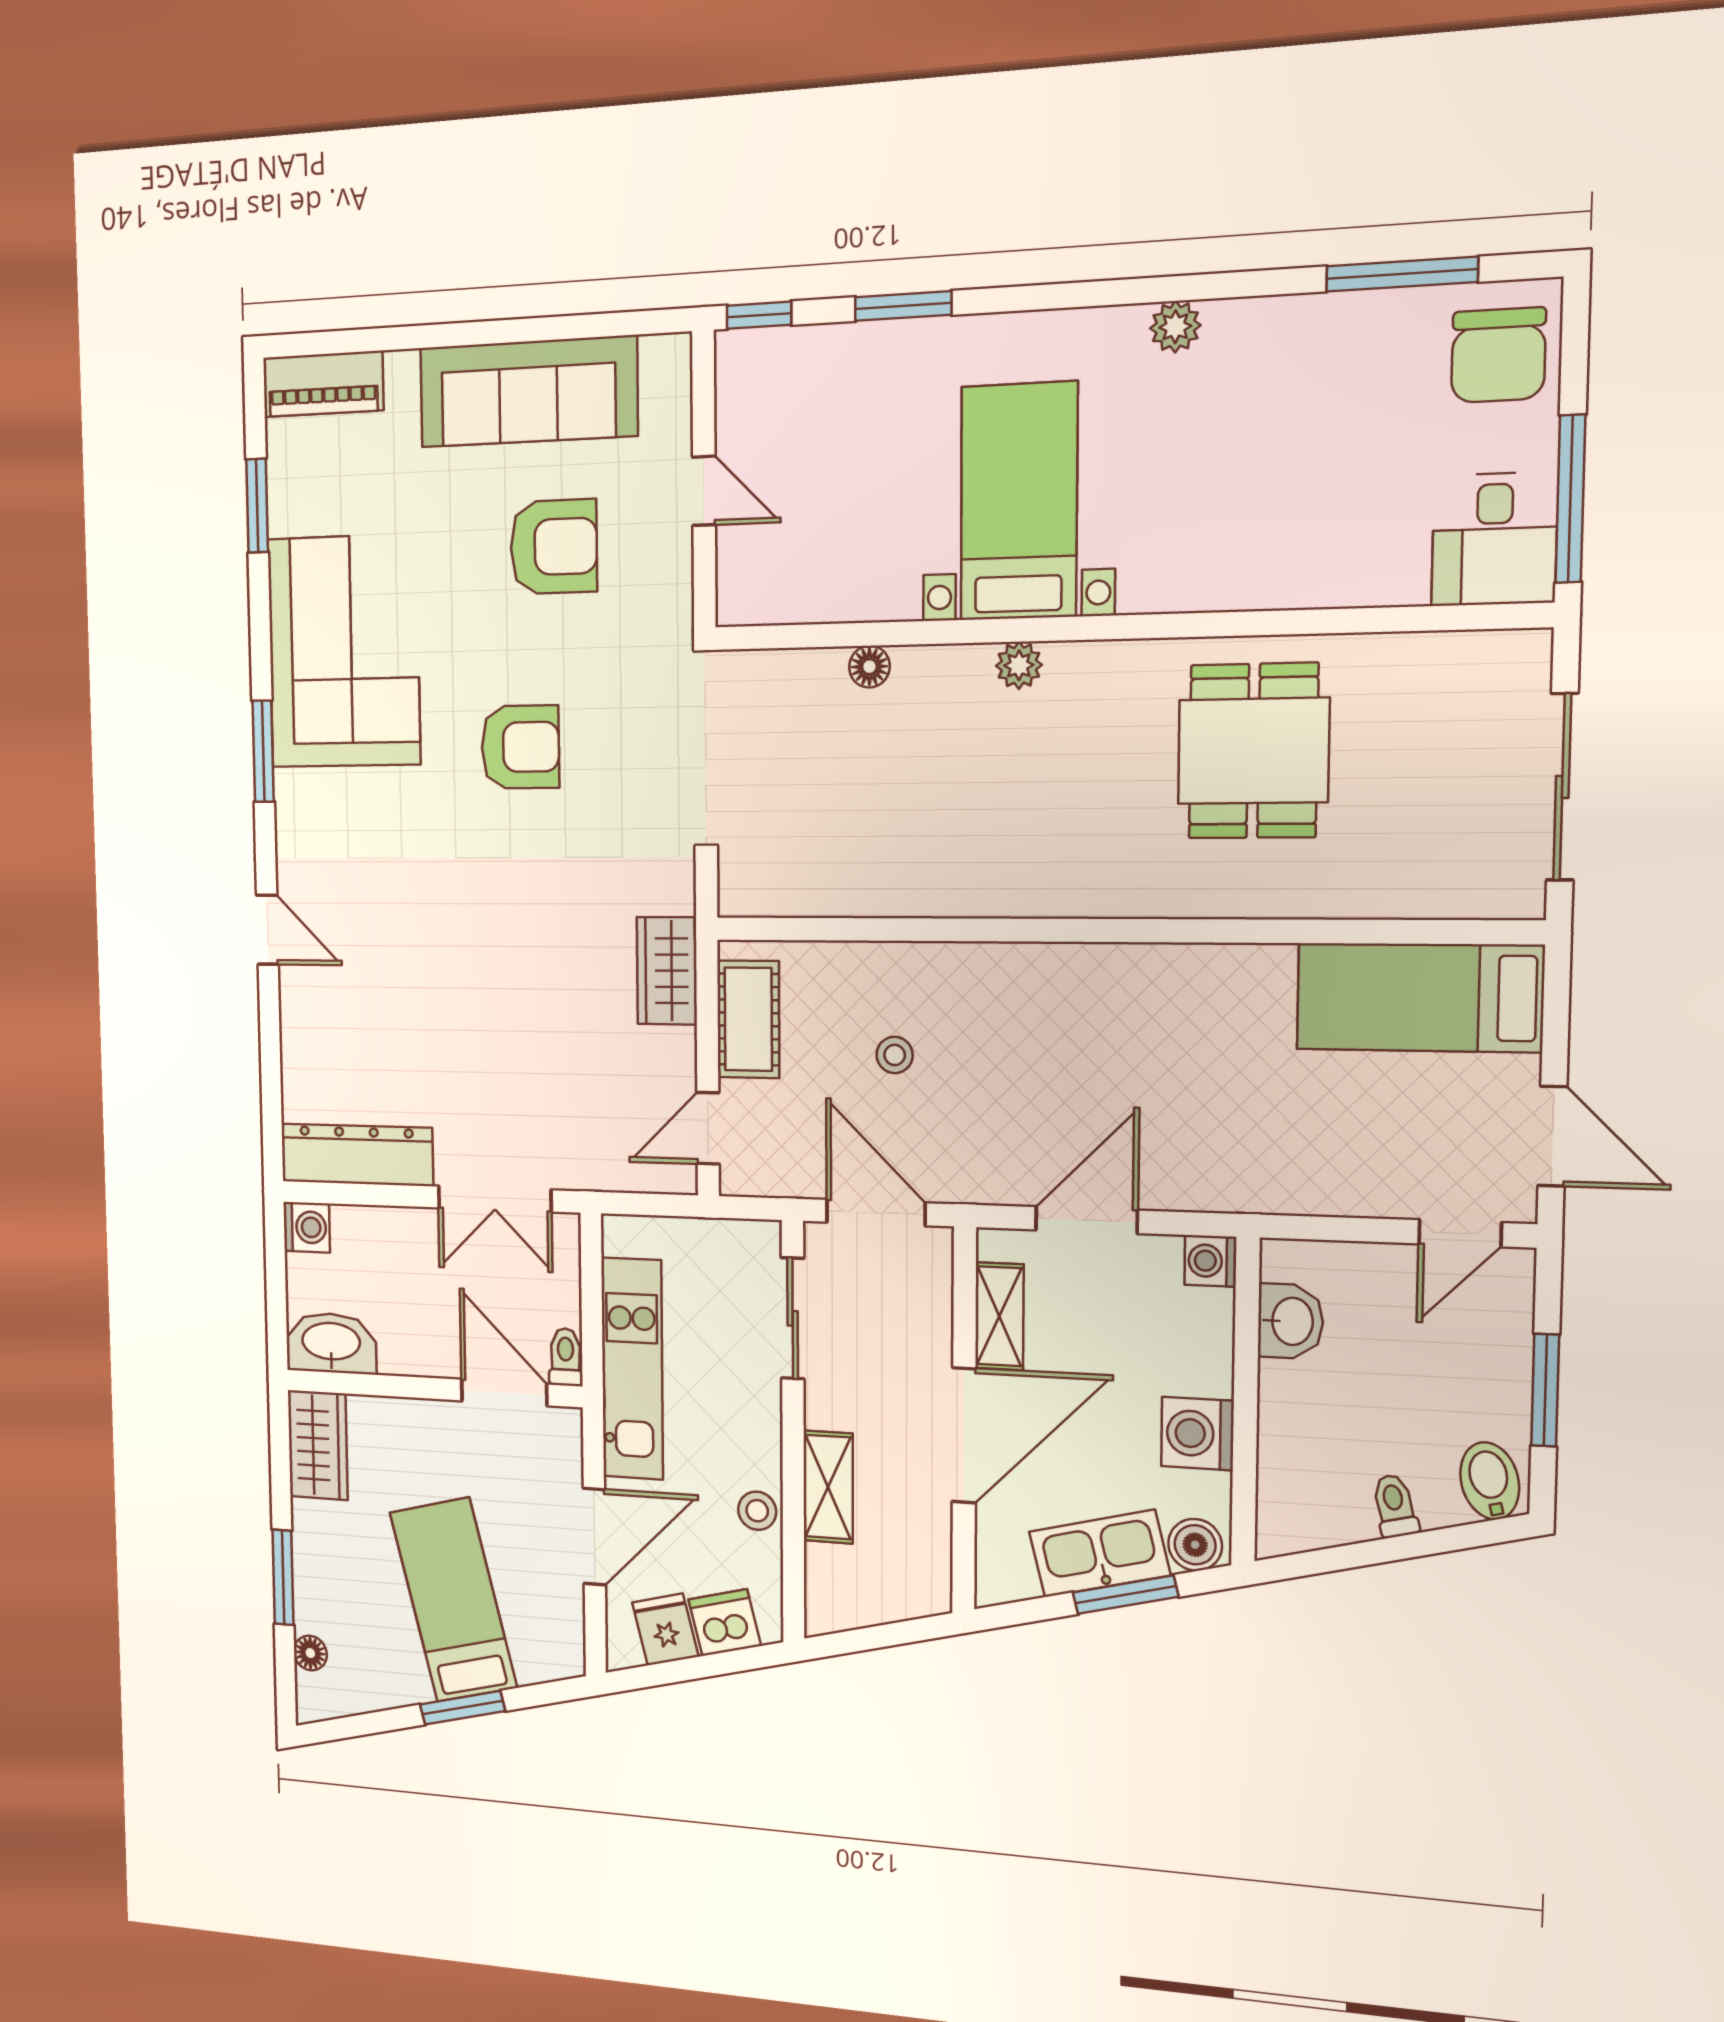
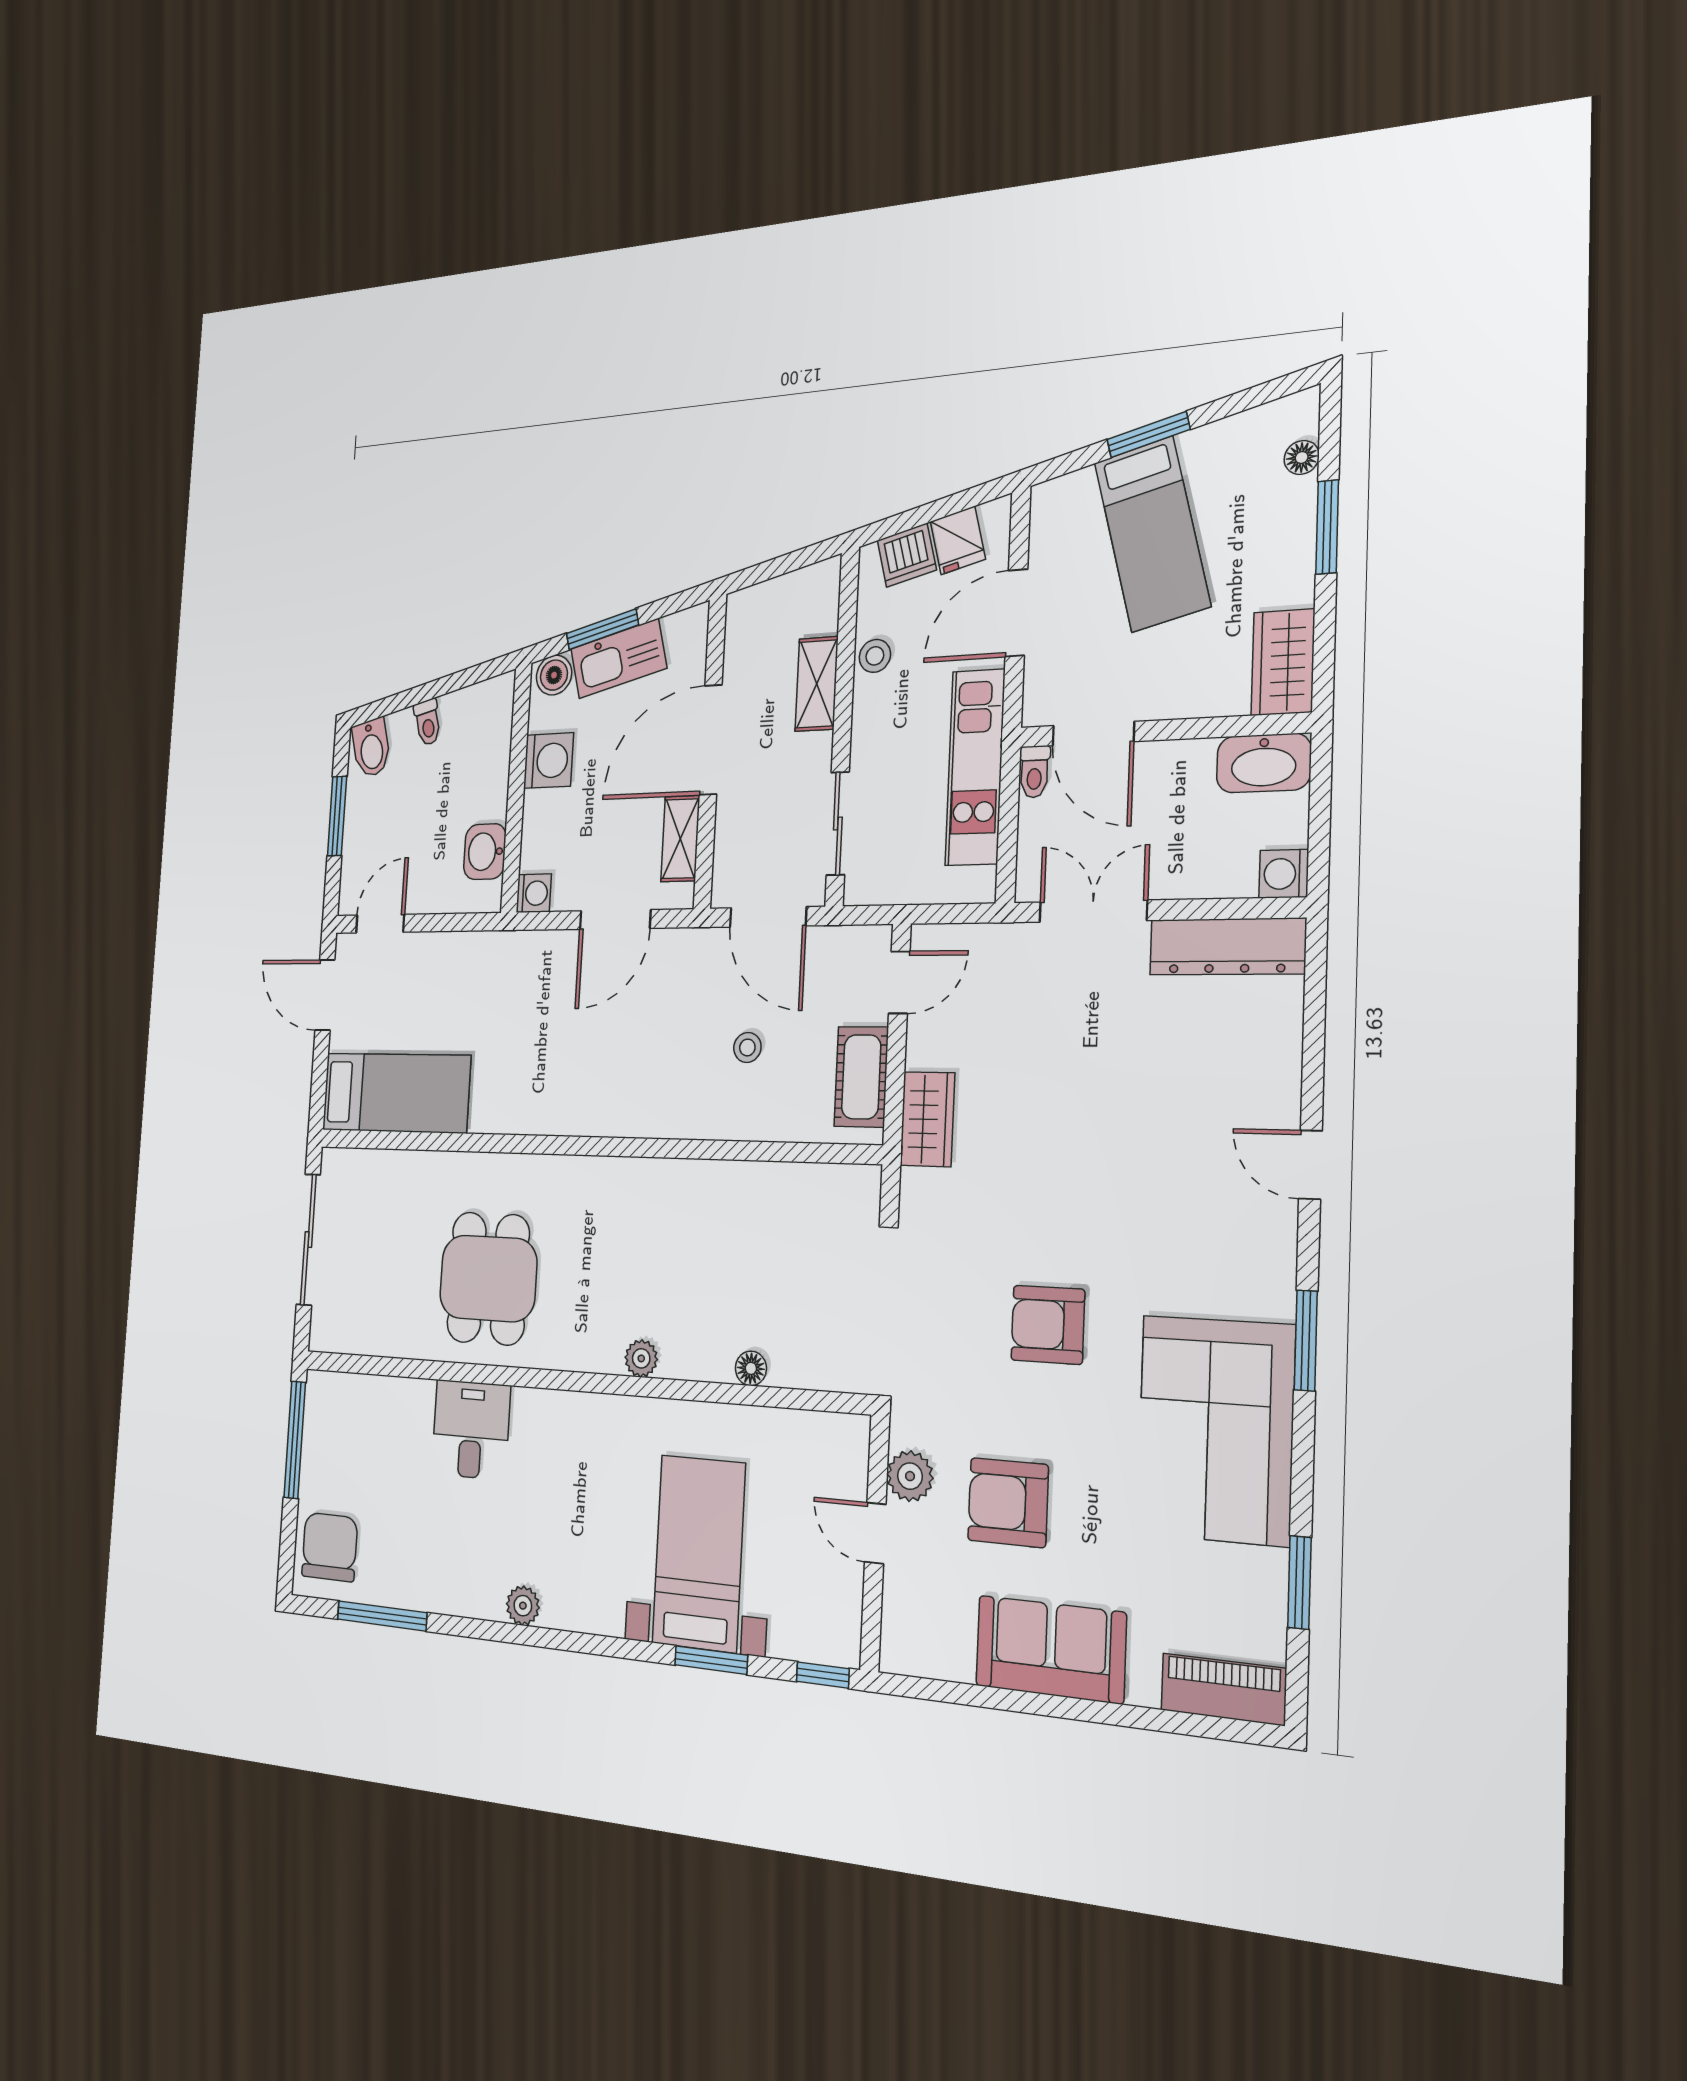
sofa: (528, 392) -> (1051, 1649), width x0.73
bed with nightstands: (1019, 502) -> (699, 1553), moved, turned 180
desk: (1494, 539) -> (471, 1430), moved
plant: (666, 562) -> (910, 1476), added

